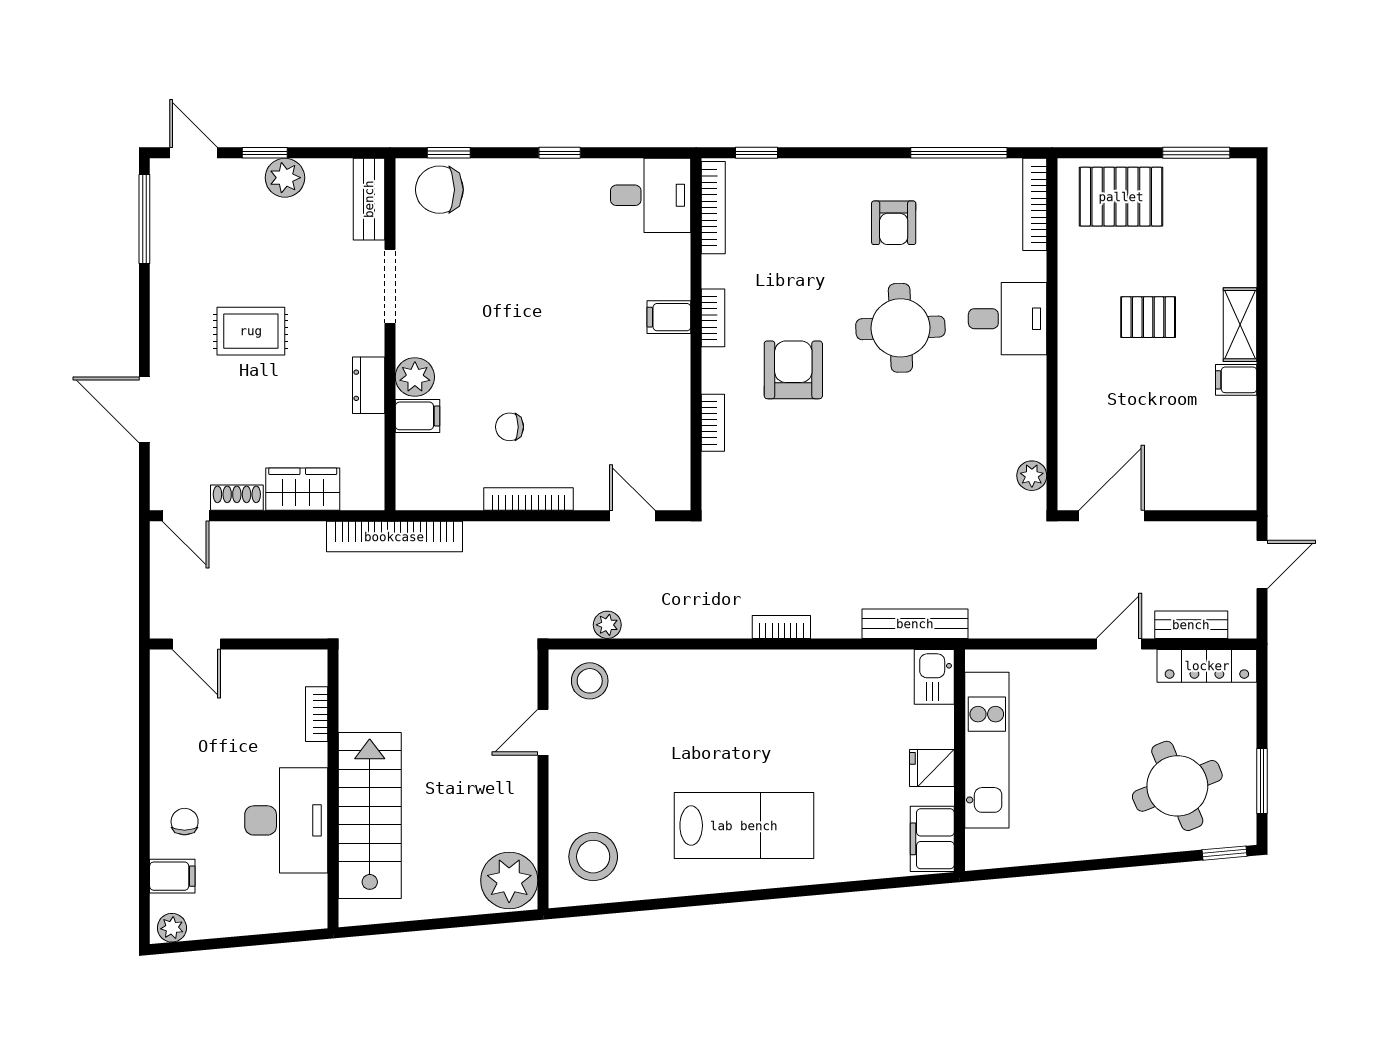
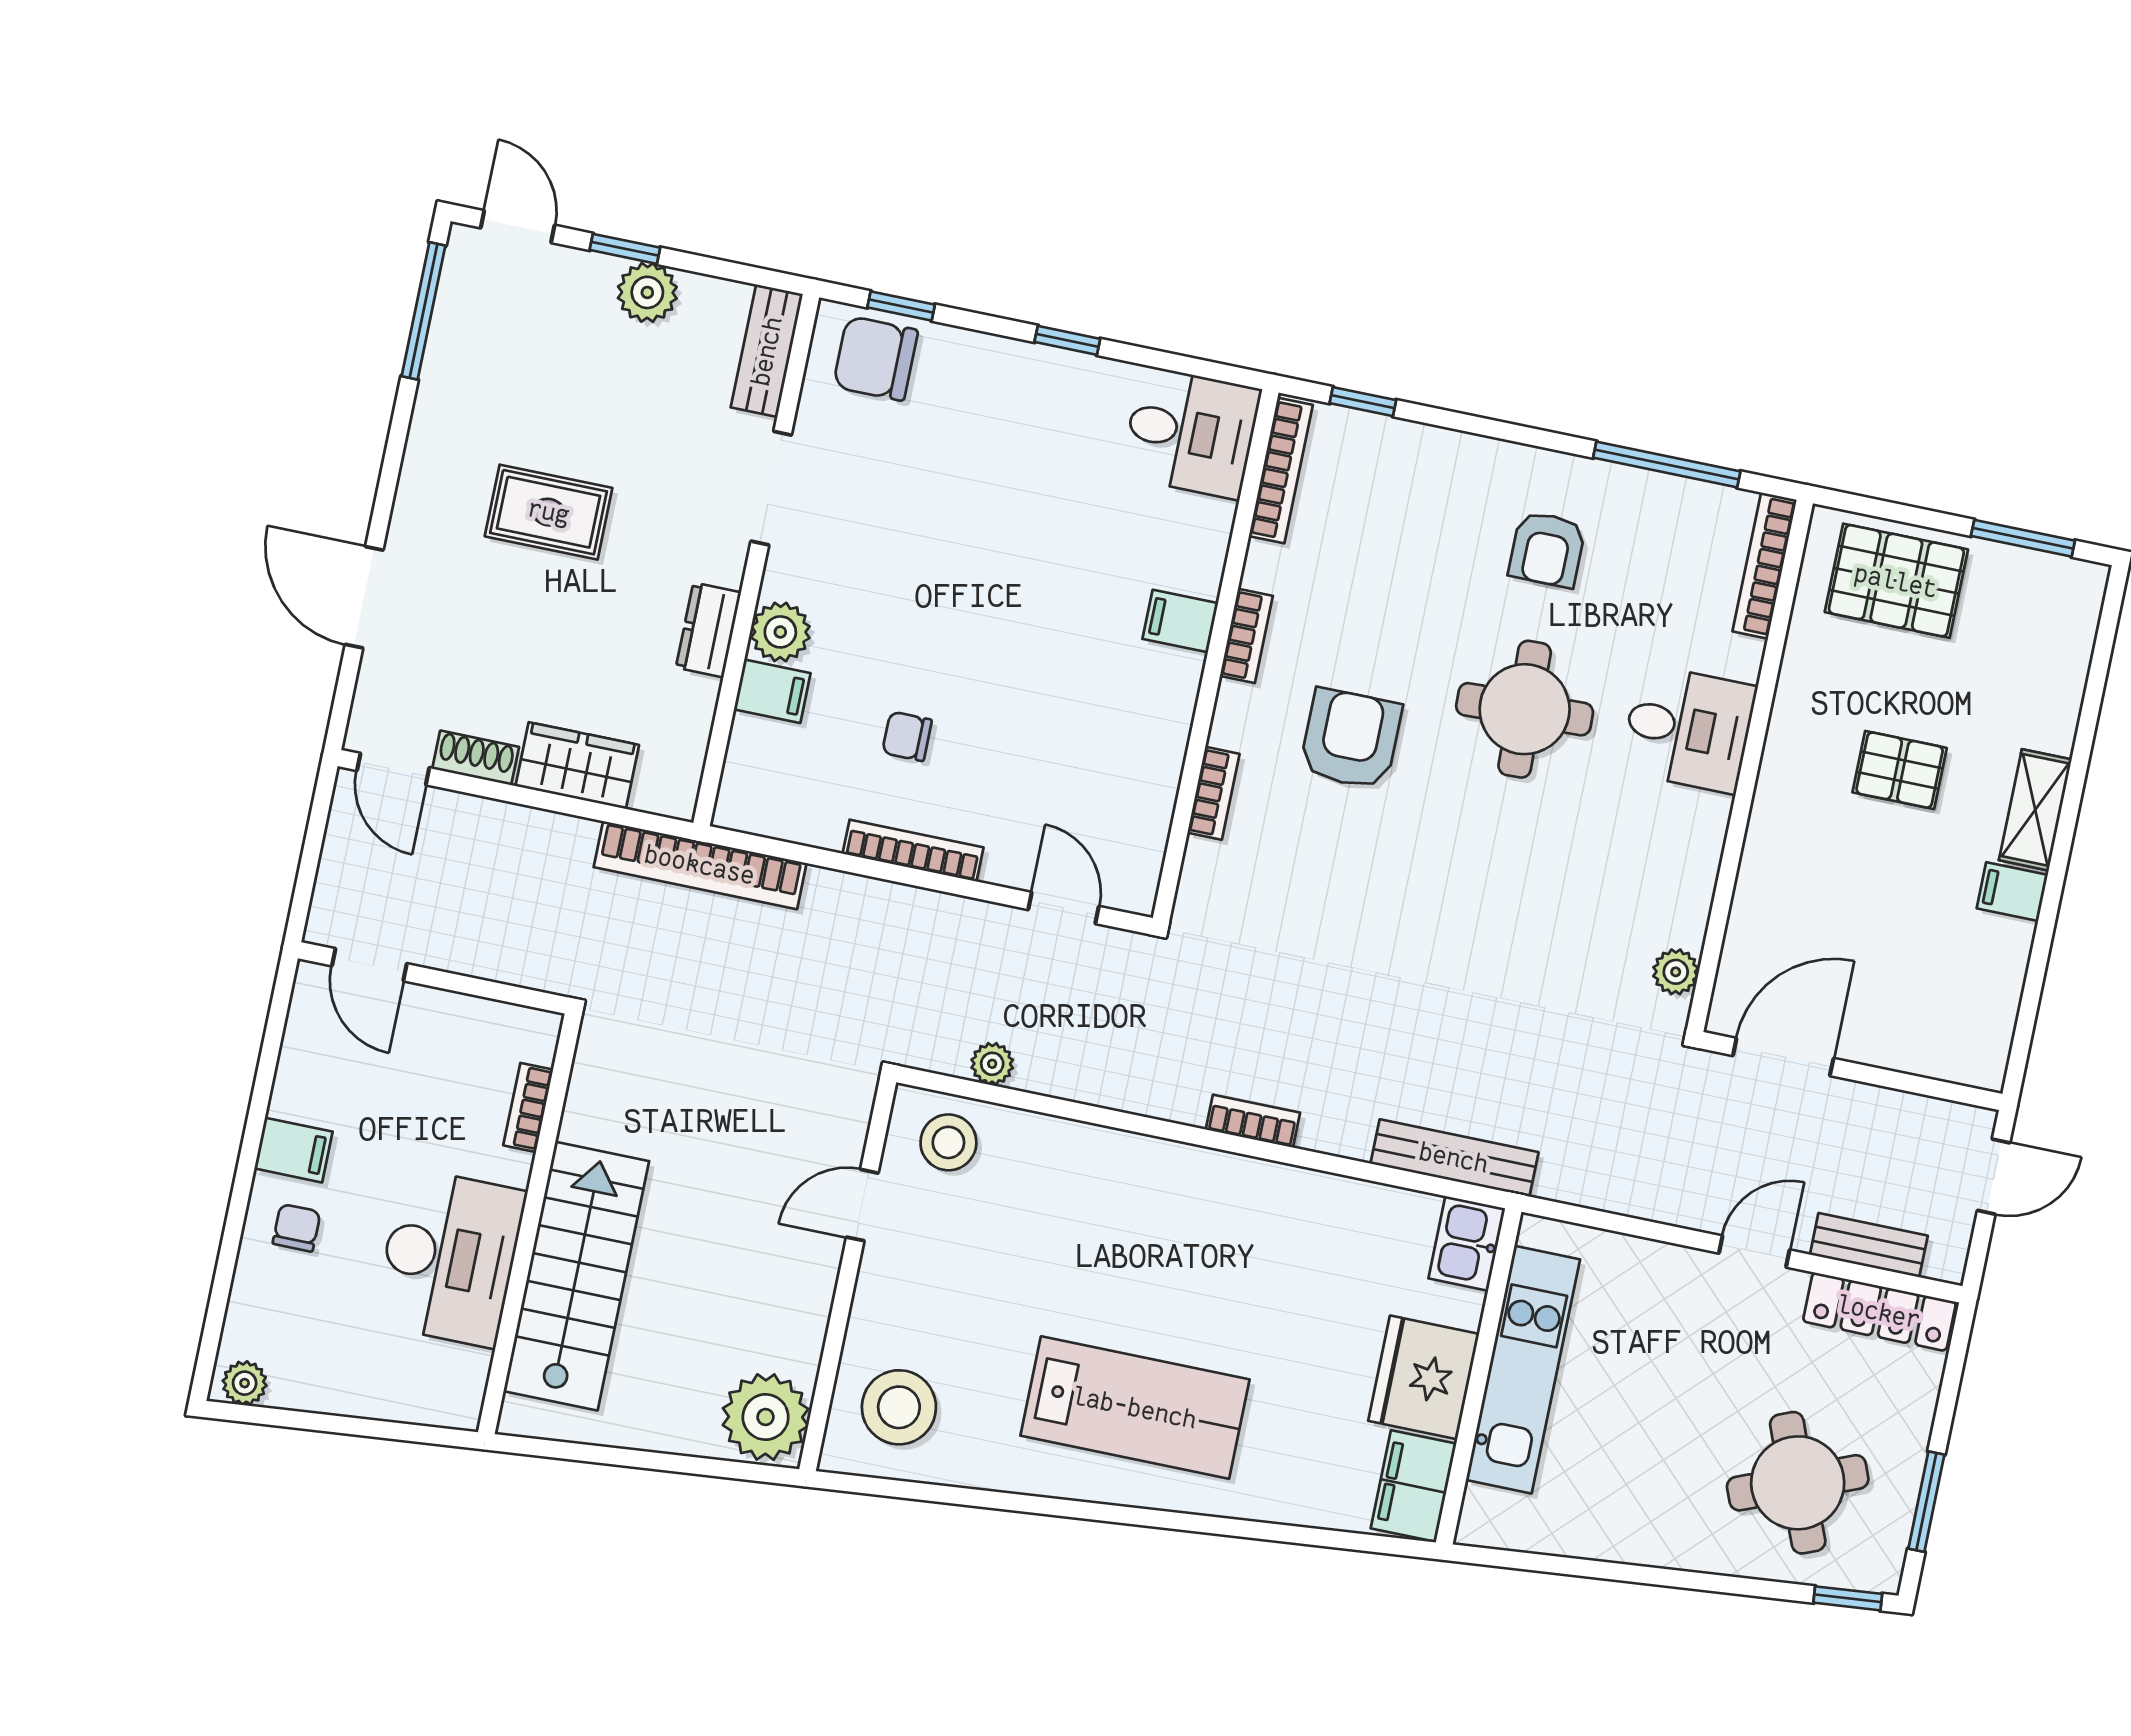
fridge: (932, 768) -> (1424, 1377), width x1.88, depth x1.34
filing cabinet: (172, 876) -> (293, 1150), moved

